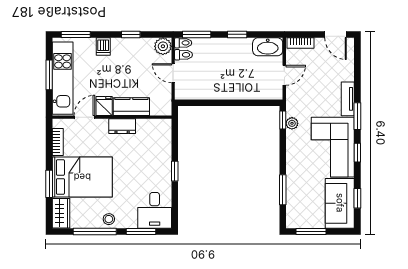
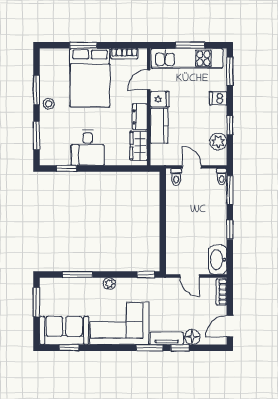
plant: (163, 46) -> (218, 141), moved
toilet: (184, 55) -> (176, 177), moved
door: (173, 73) -> (192, 167), hinge flipped
floor lamp: (346, 73) -> (192, 337), added
door: (84, 117) -> (149, 80), swing flipped
plant: (292, 123) -> (109, 284), moved
window: (357, 153) -> (180, 348), moved
window: (175, 171) -> (67, 168), moved
desk: (155, 210) -> (88, 148), moved, turned -90
wardrobe: (61, 213) -> (139, 146), moved, turned 90
window: (95, 232) -> (36, 90), width x0.69

